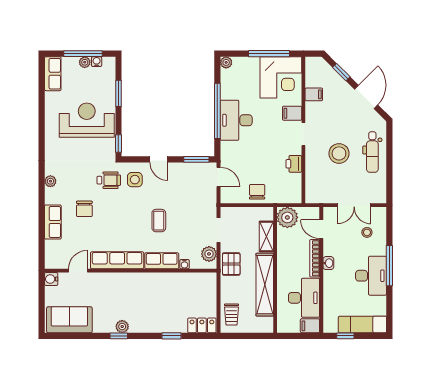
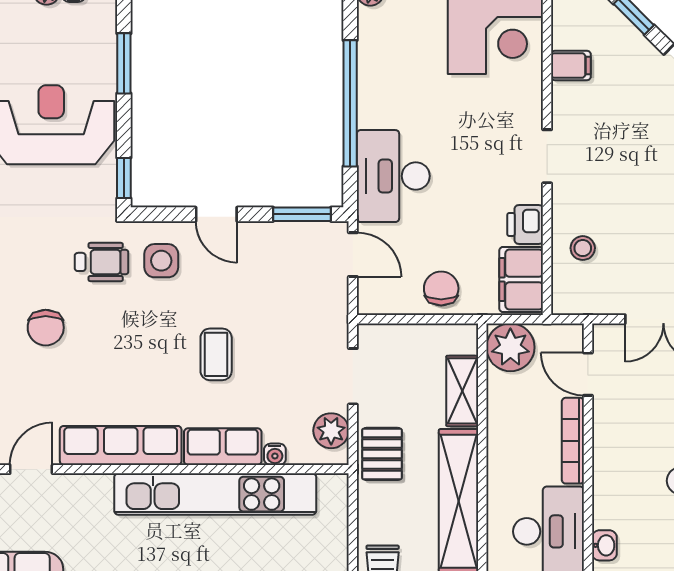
filing cabinet: (292, 113) -> (521, 279), moved, width x2.00
desk: (236, 120) -> (393, 176), moved
stool: (339, 153) -> (583, 248), moved, width x0.53, depth x0.53
washbasin: (328, 263) -> (604, 545), moved
kitchen unit: (158, 282) -> (215, 494), added

